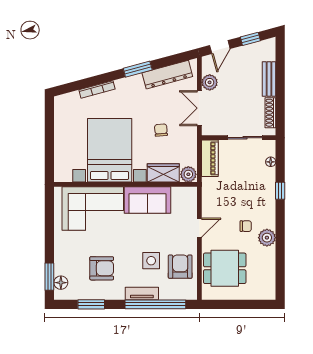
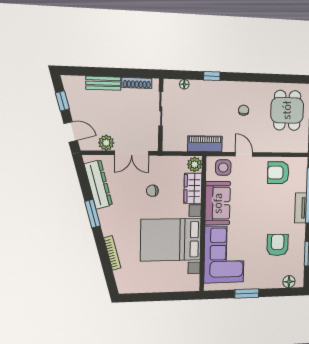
piano: (210, 158) -> (205, 144), moved
plant: (267, 238) -> (255, 90), removed
side table: (151, 261) -> (223, 167), moved
dining table: (225, 268) -> (287, 110), moved
window: (49, 277) -> (247, 293), moved

